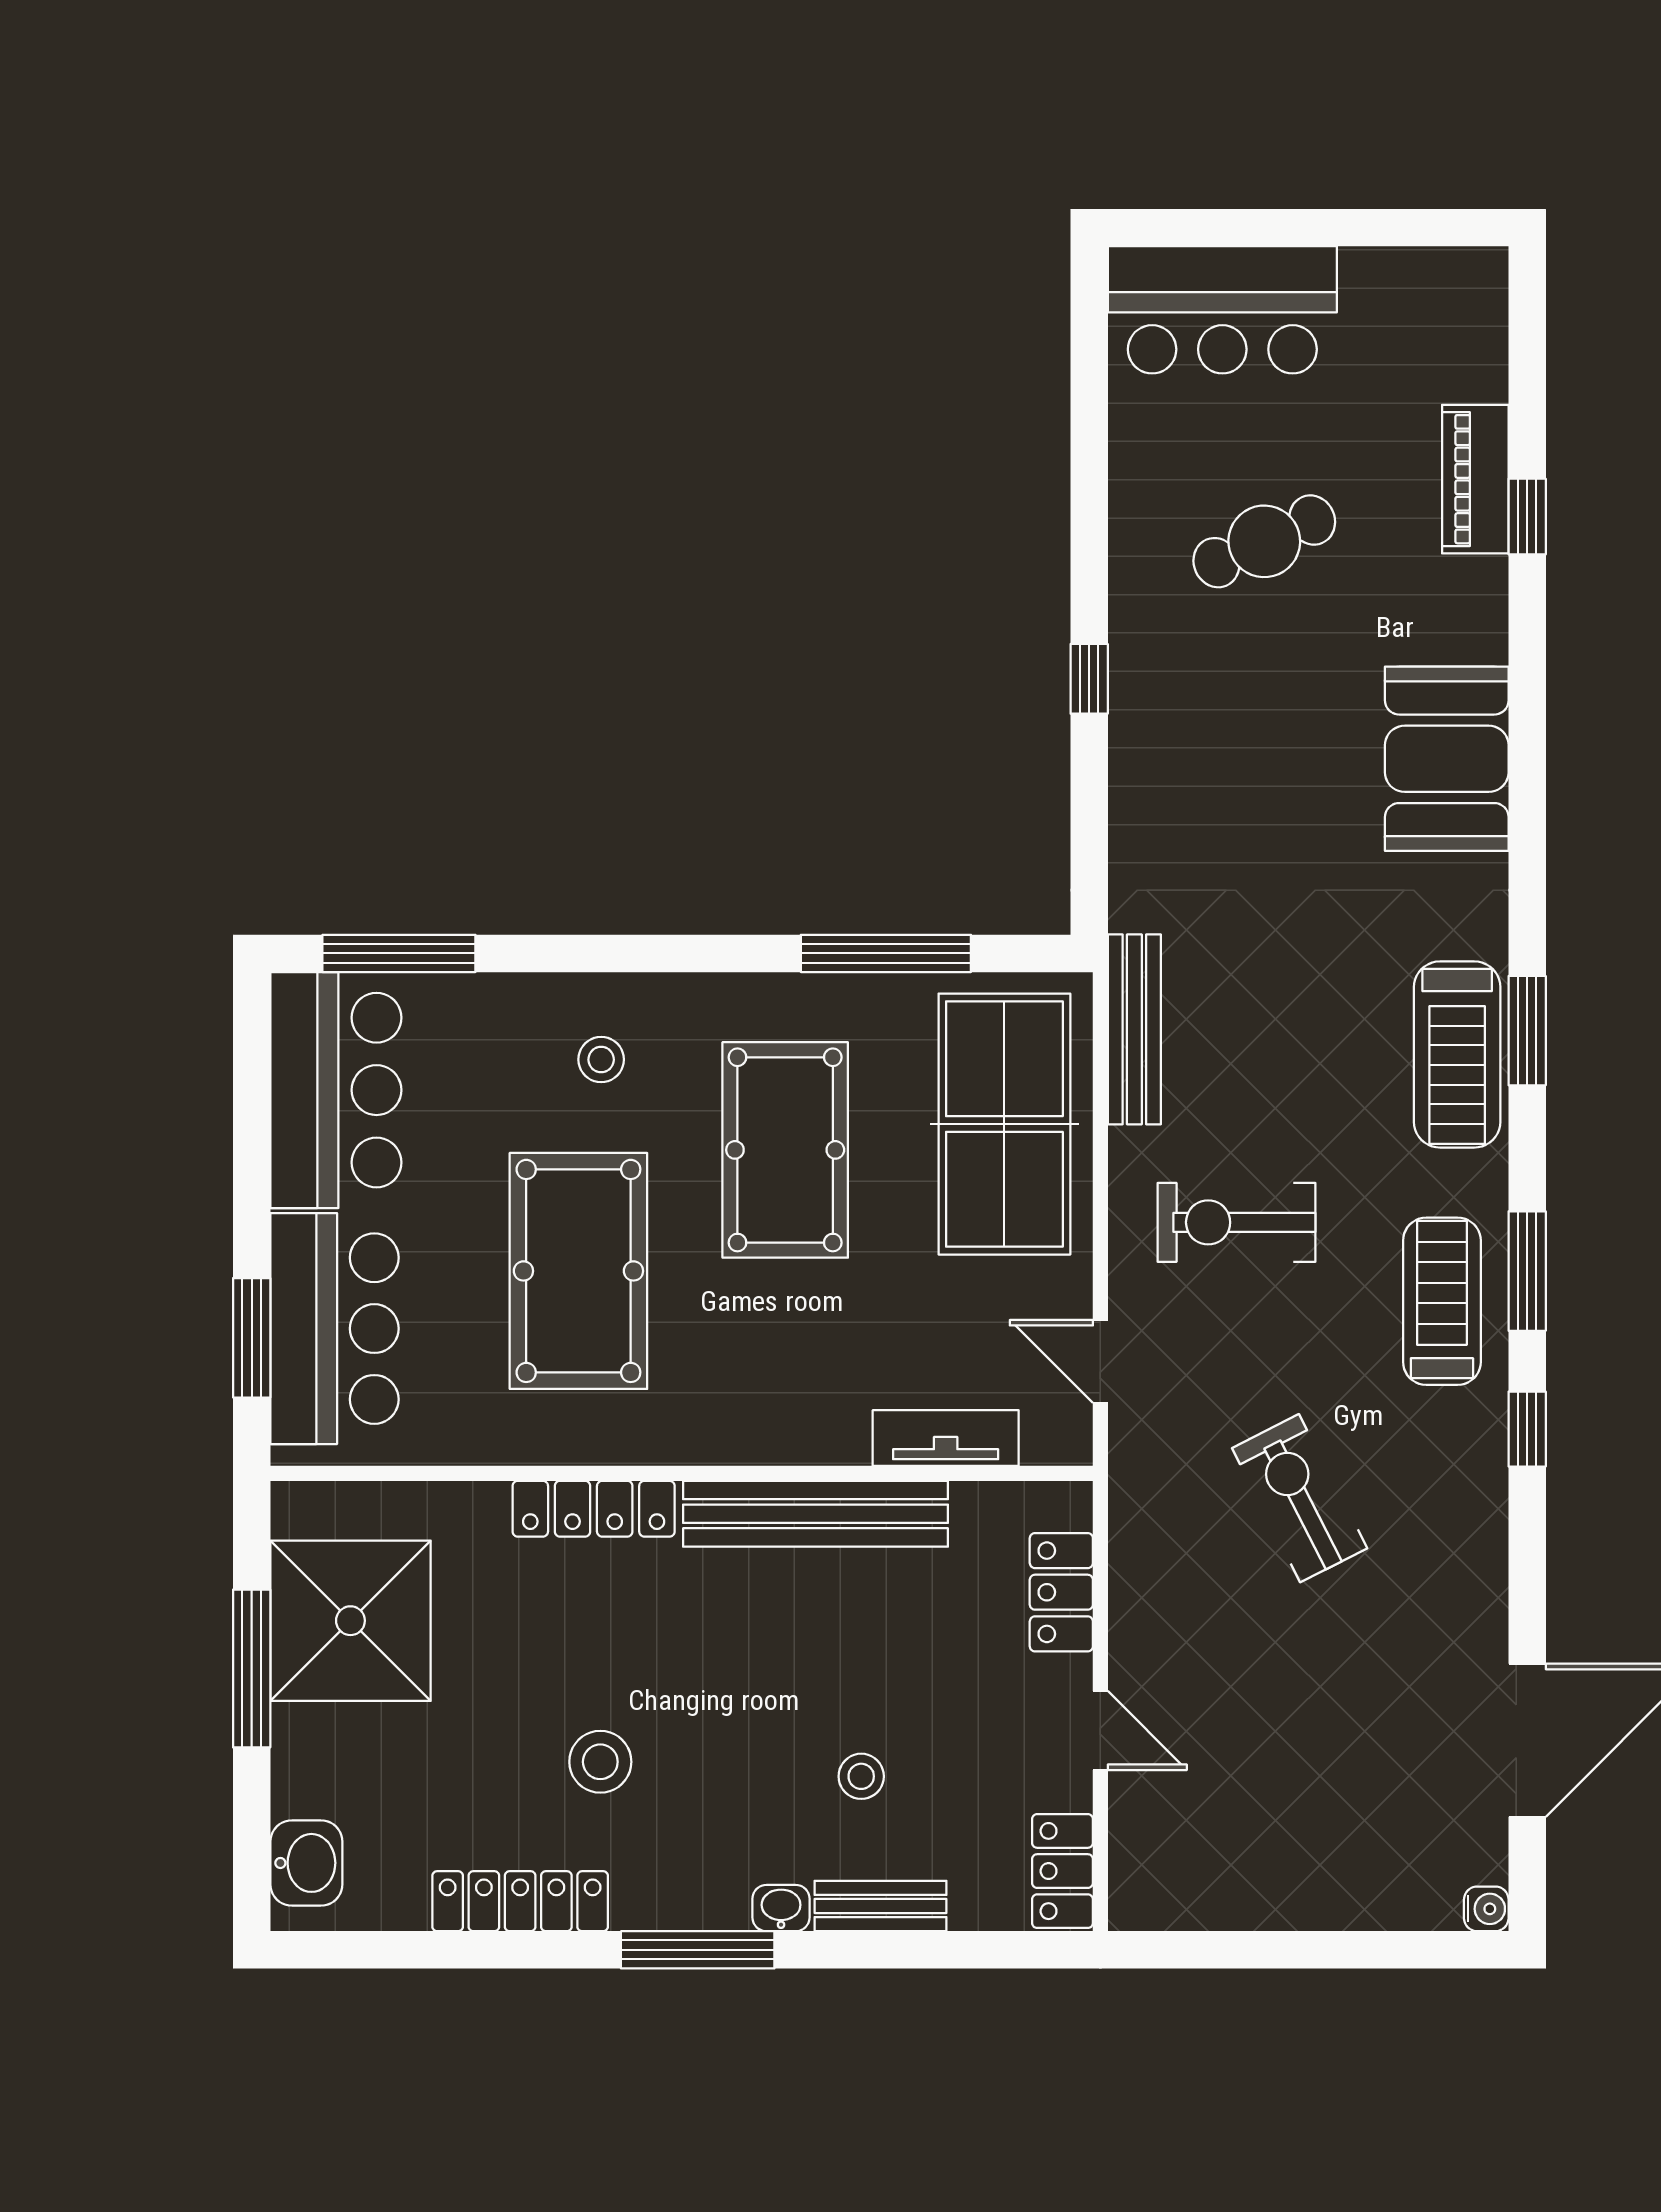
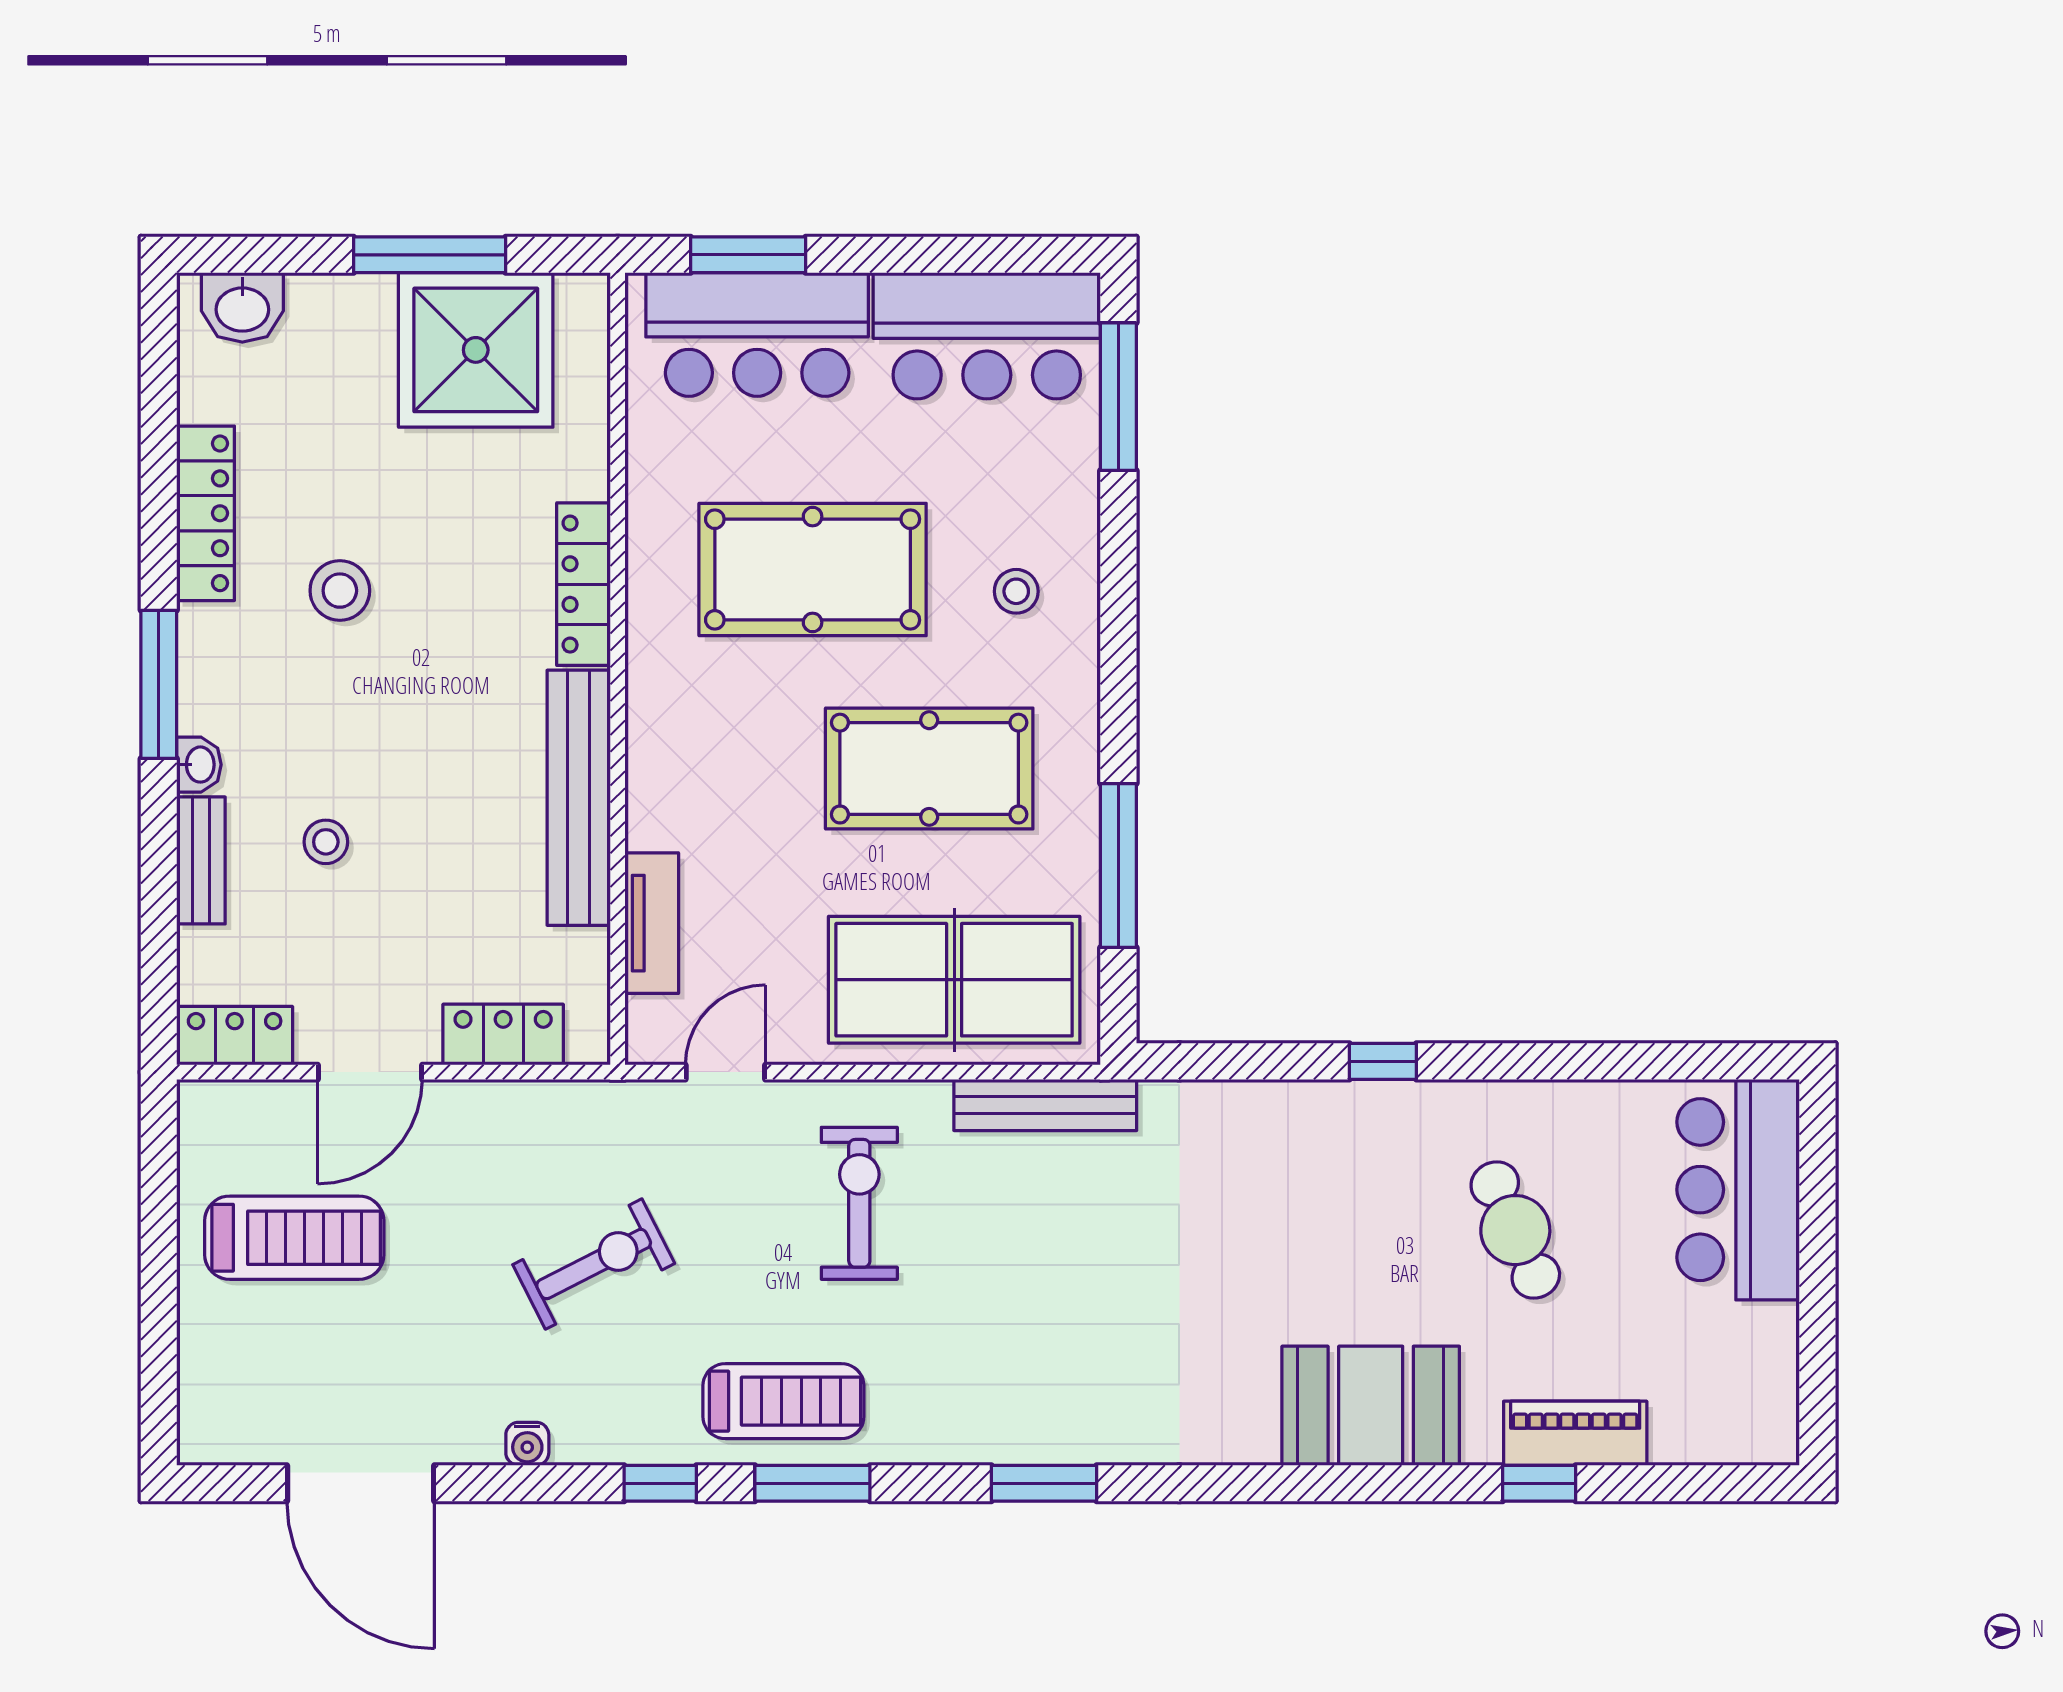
booth: (1447, 759) -> (1371, 1406), moved
treadmill: (1457, 1054) -> (294, 1238), moved, turned 180
door: (1100, 1731) -> (370, 1072), width x1.38
water cooler: (1486, 1909) -> (527, 1444), moved

